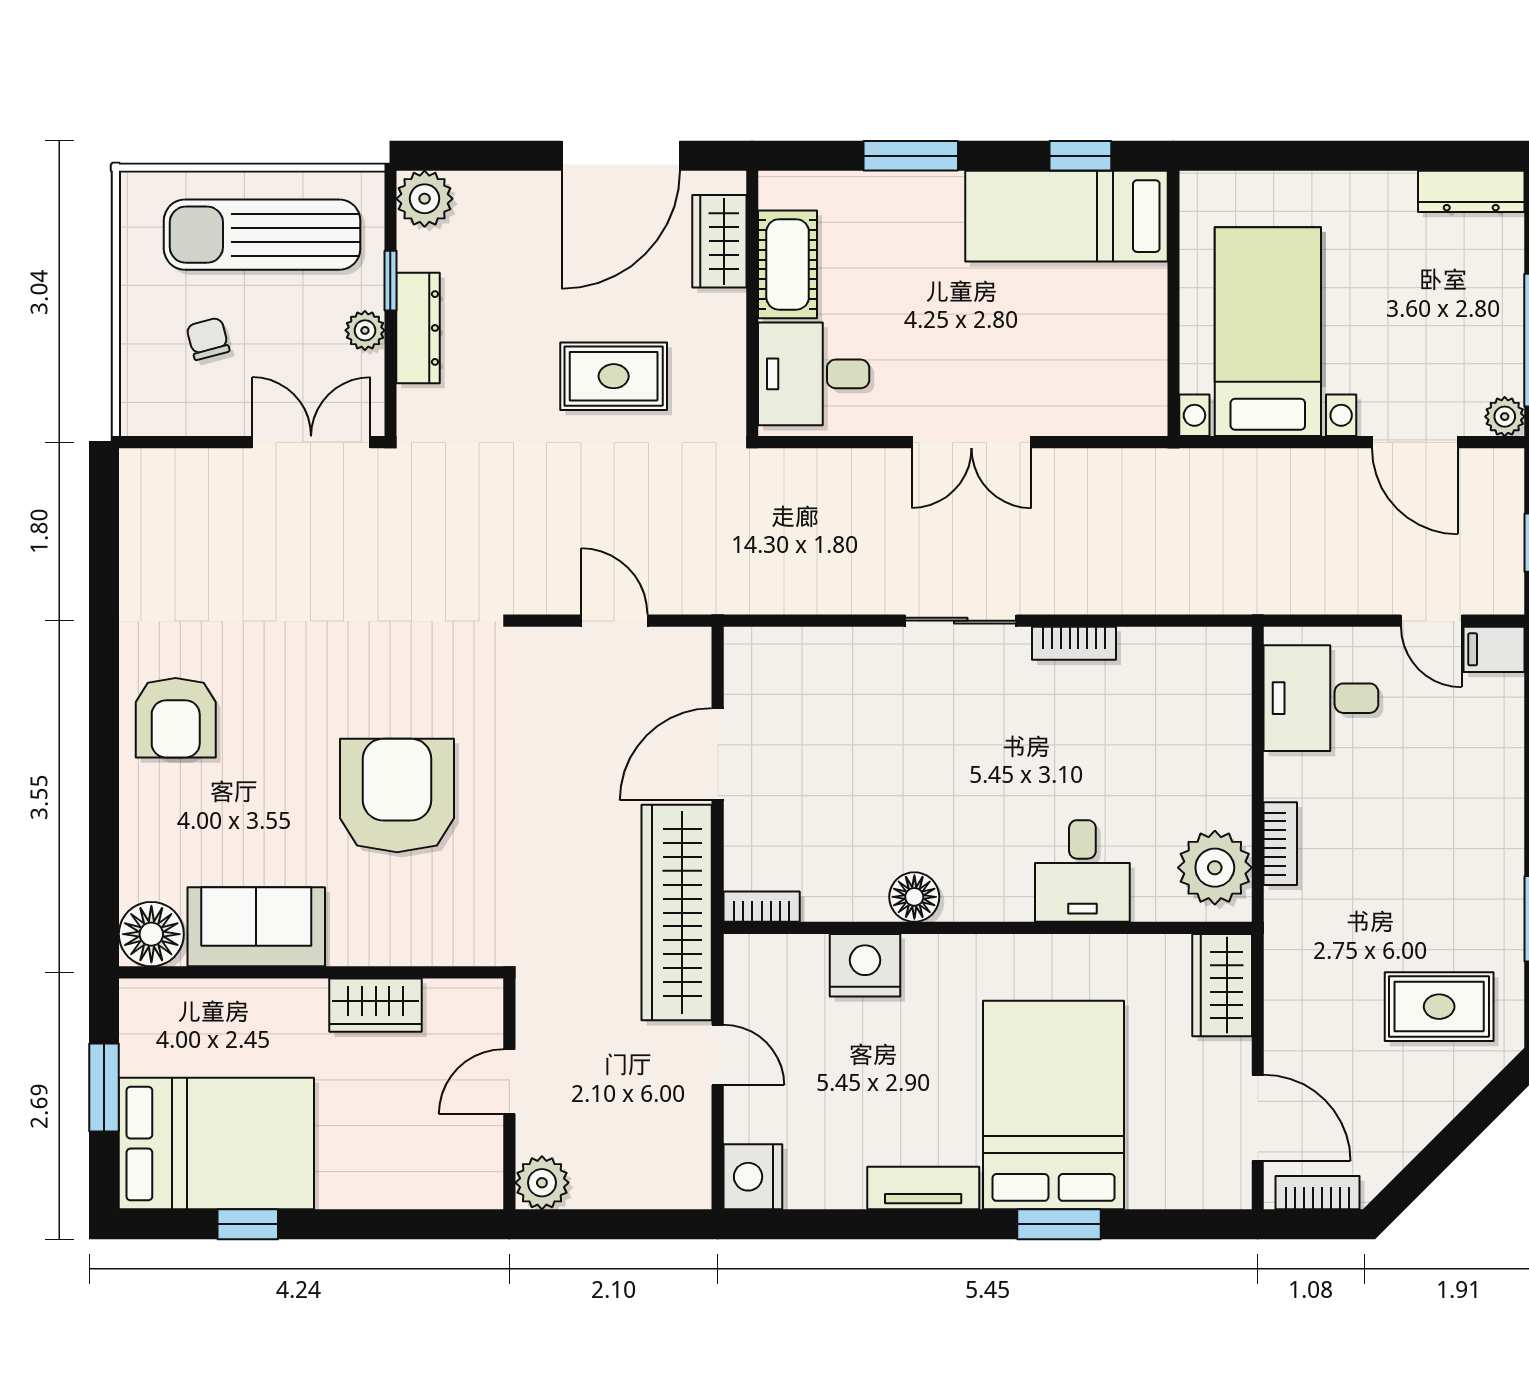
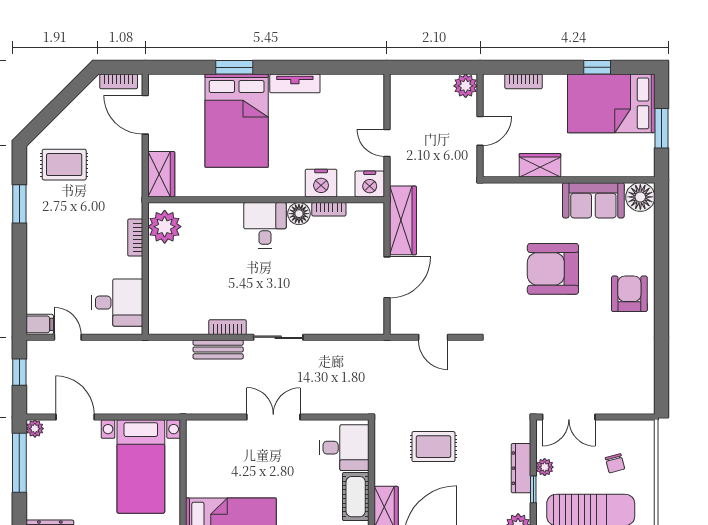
bench: (1095, 593) -> (218, 349), added
armchair: (397, 795) -> (553, 269), moved, turned 90
desk: (1082, 871) -> (265, 225), moved
bookcase: (762, 907) -> (329, 209), moved
wardrobe: (677, 913) -> (403, 220), width x0.71, depth x0.85
nightstand: (753, 1177) -> (370, 184), moved, turned 90
bookcase: (412, 1193) -> (524, 81), added

